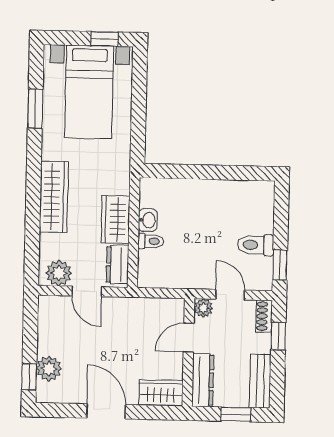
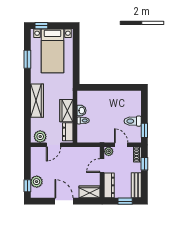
window: (105, 39) -> (41, 26), moved
door: (87, 291) -> (54, 145), hinge flipped

